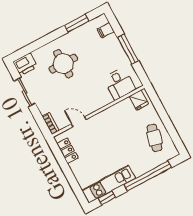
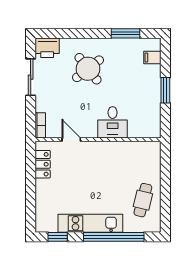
window: (128, 49) -> (165, 90), width x0.69
round table: (63, 64) -> (88, 69), turned -38
desk: (120, 84) -> (113, 122), moved
fridge: (139, 100) -> (148, 151), removed
kitchen unit: (109, 184) -> (90, 223), moved

